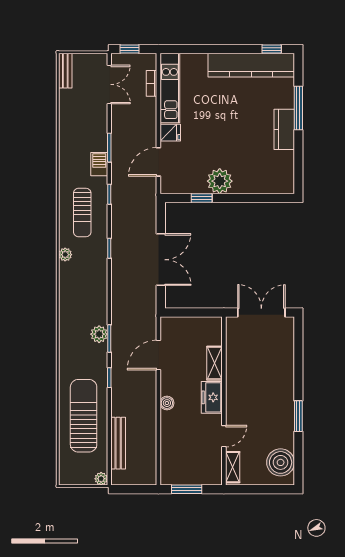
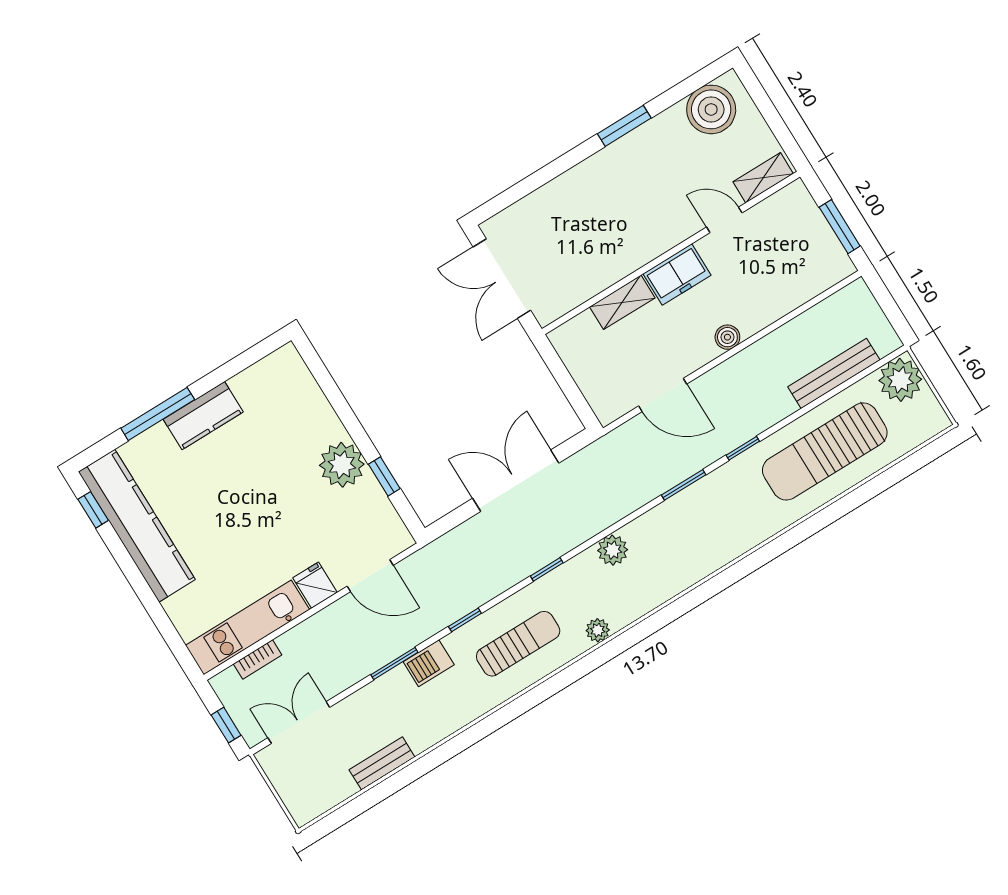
bench: (65, 71) -> (382, 763), moved
plant: (99, 334) -> (613, 550), moved
plant: (101, 479) -> (900, 380), width x1.88, depth x1.88

